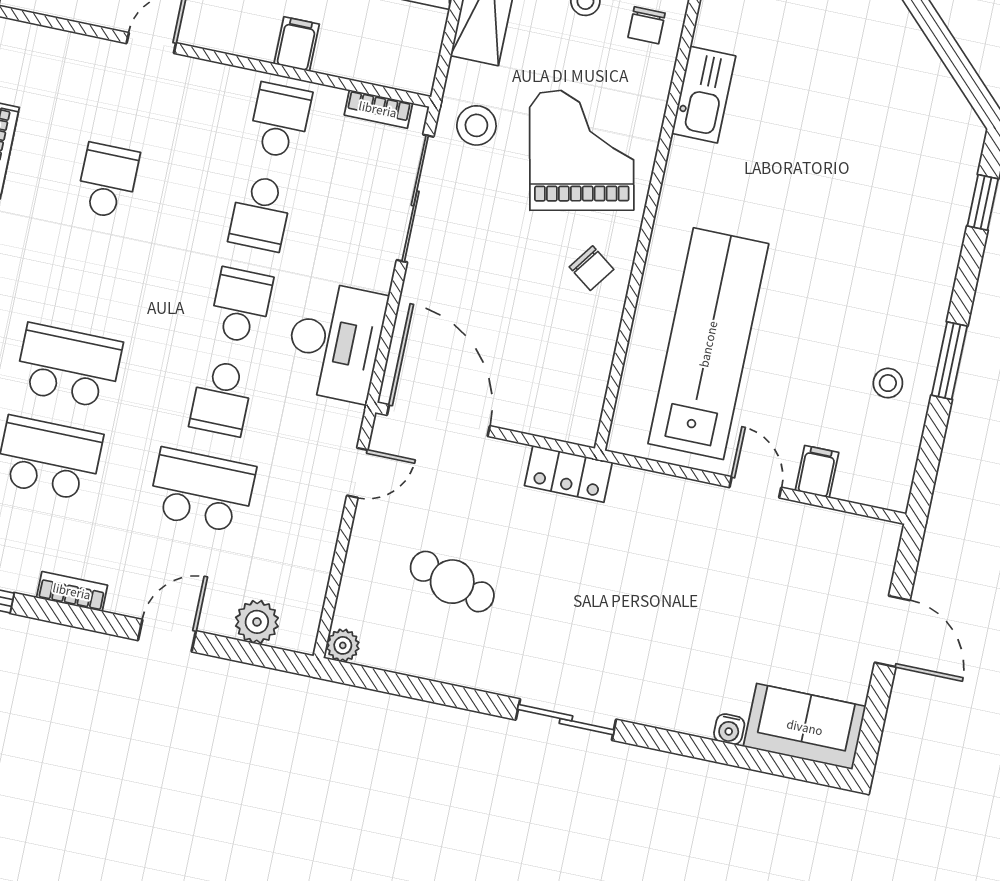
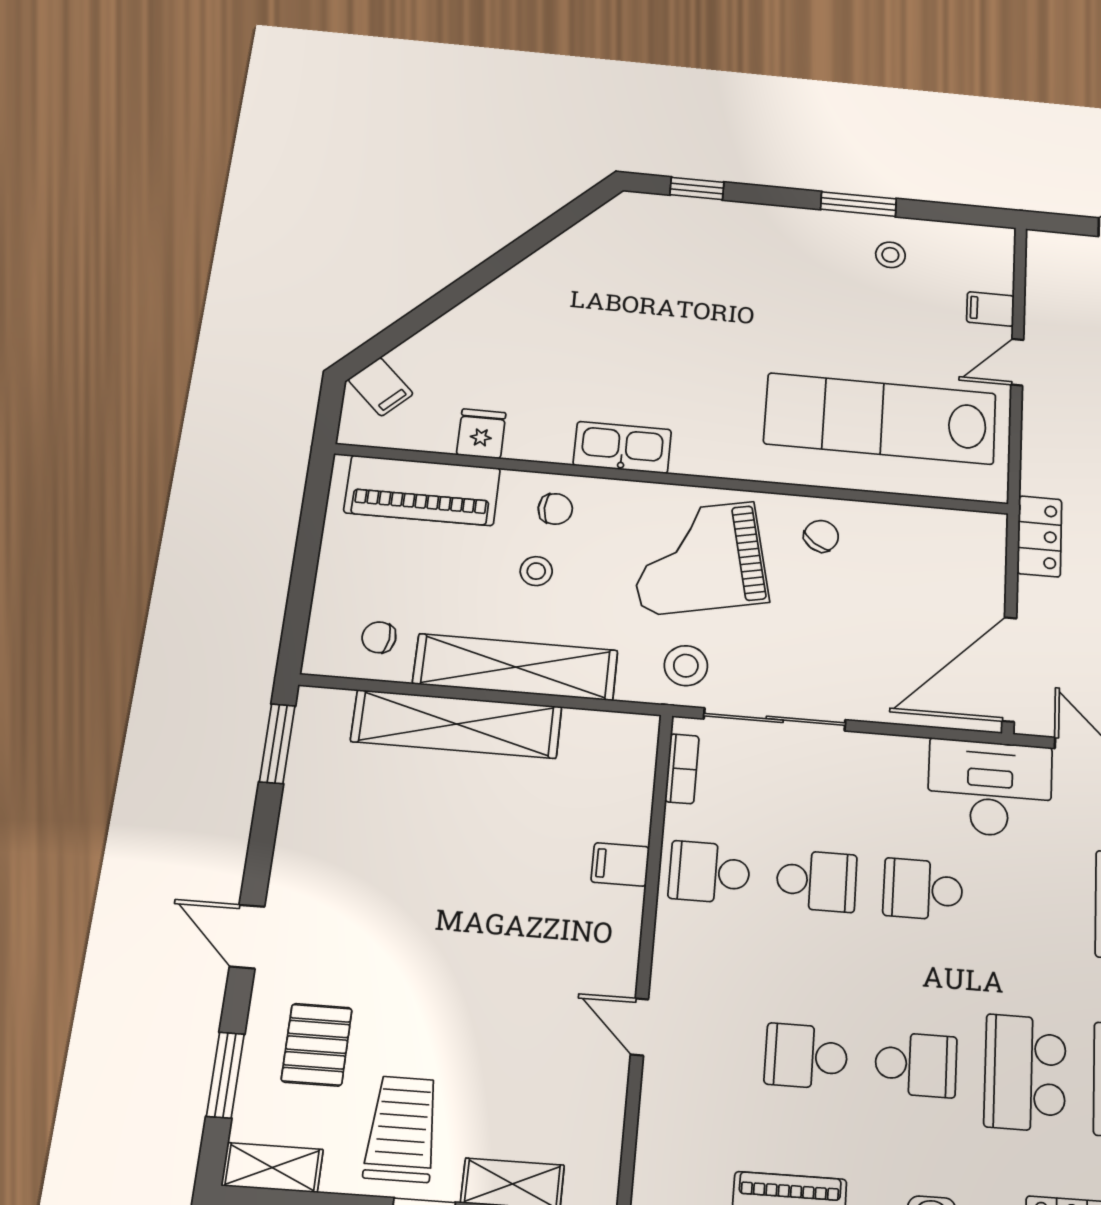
desk: (335, 341) -> (990, 788), moved
school desk: (221, 398) -> (916, 1065), moved

